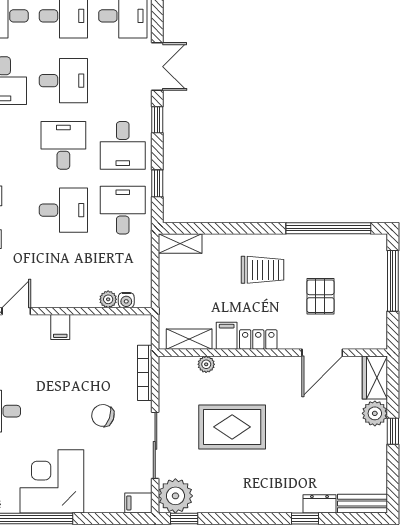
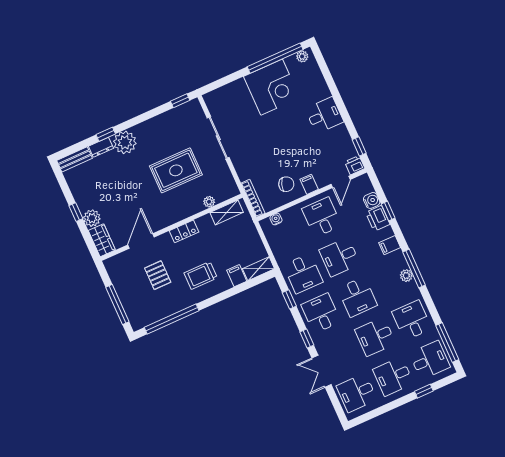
desk: (63, 275) -> (322, 217), added
plant: (108, 299) -> (287, 215), removed
filing cabinet: (227, 336) -> (237, 276), moved, turned 180
bookcase: (145, 373) -> (253, 198), moved
chair: (103, 415) -> (286, 184), moved
plant: (175, 496) -> (125, 142), moved
filing cabinet: (138, 503) -> (213, 98), removed

